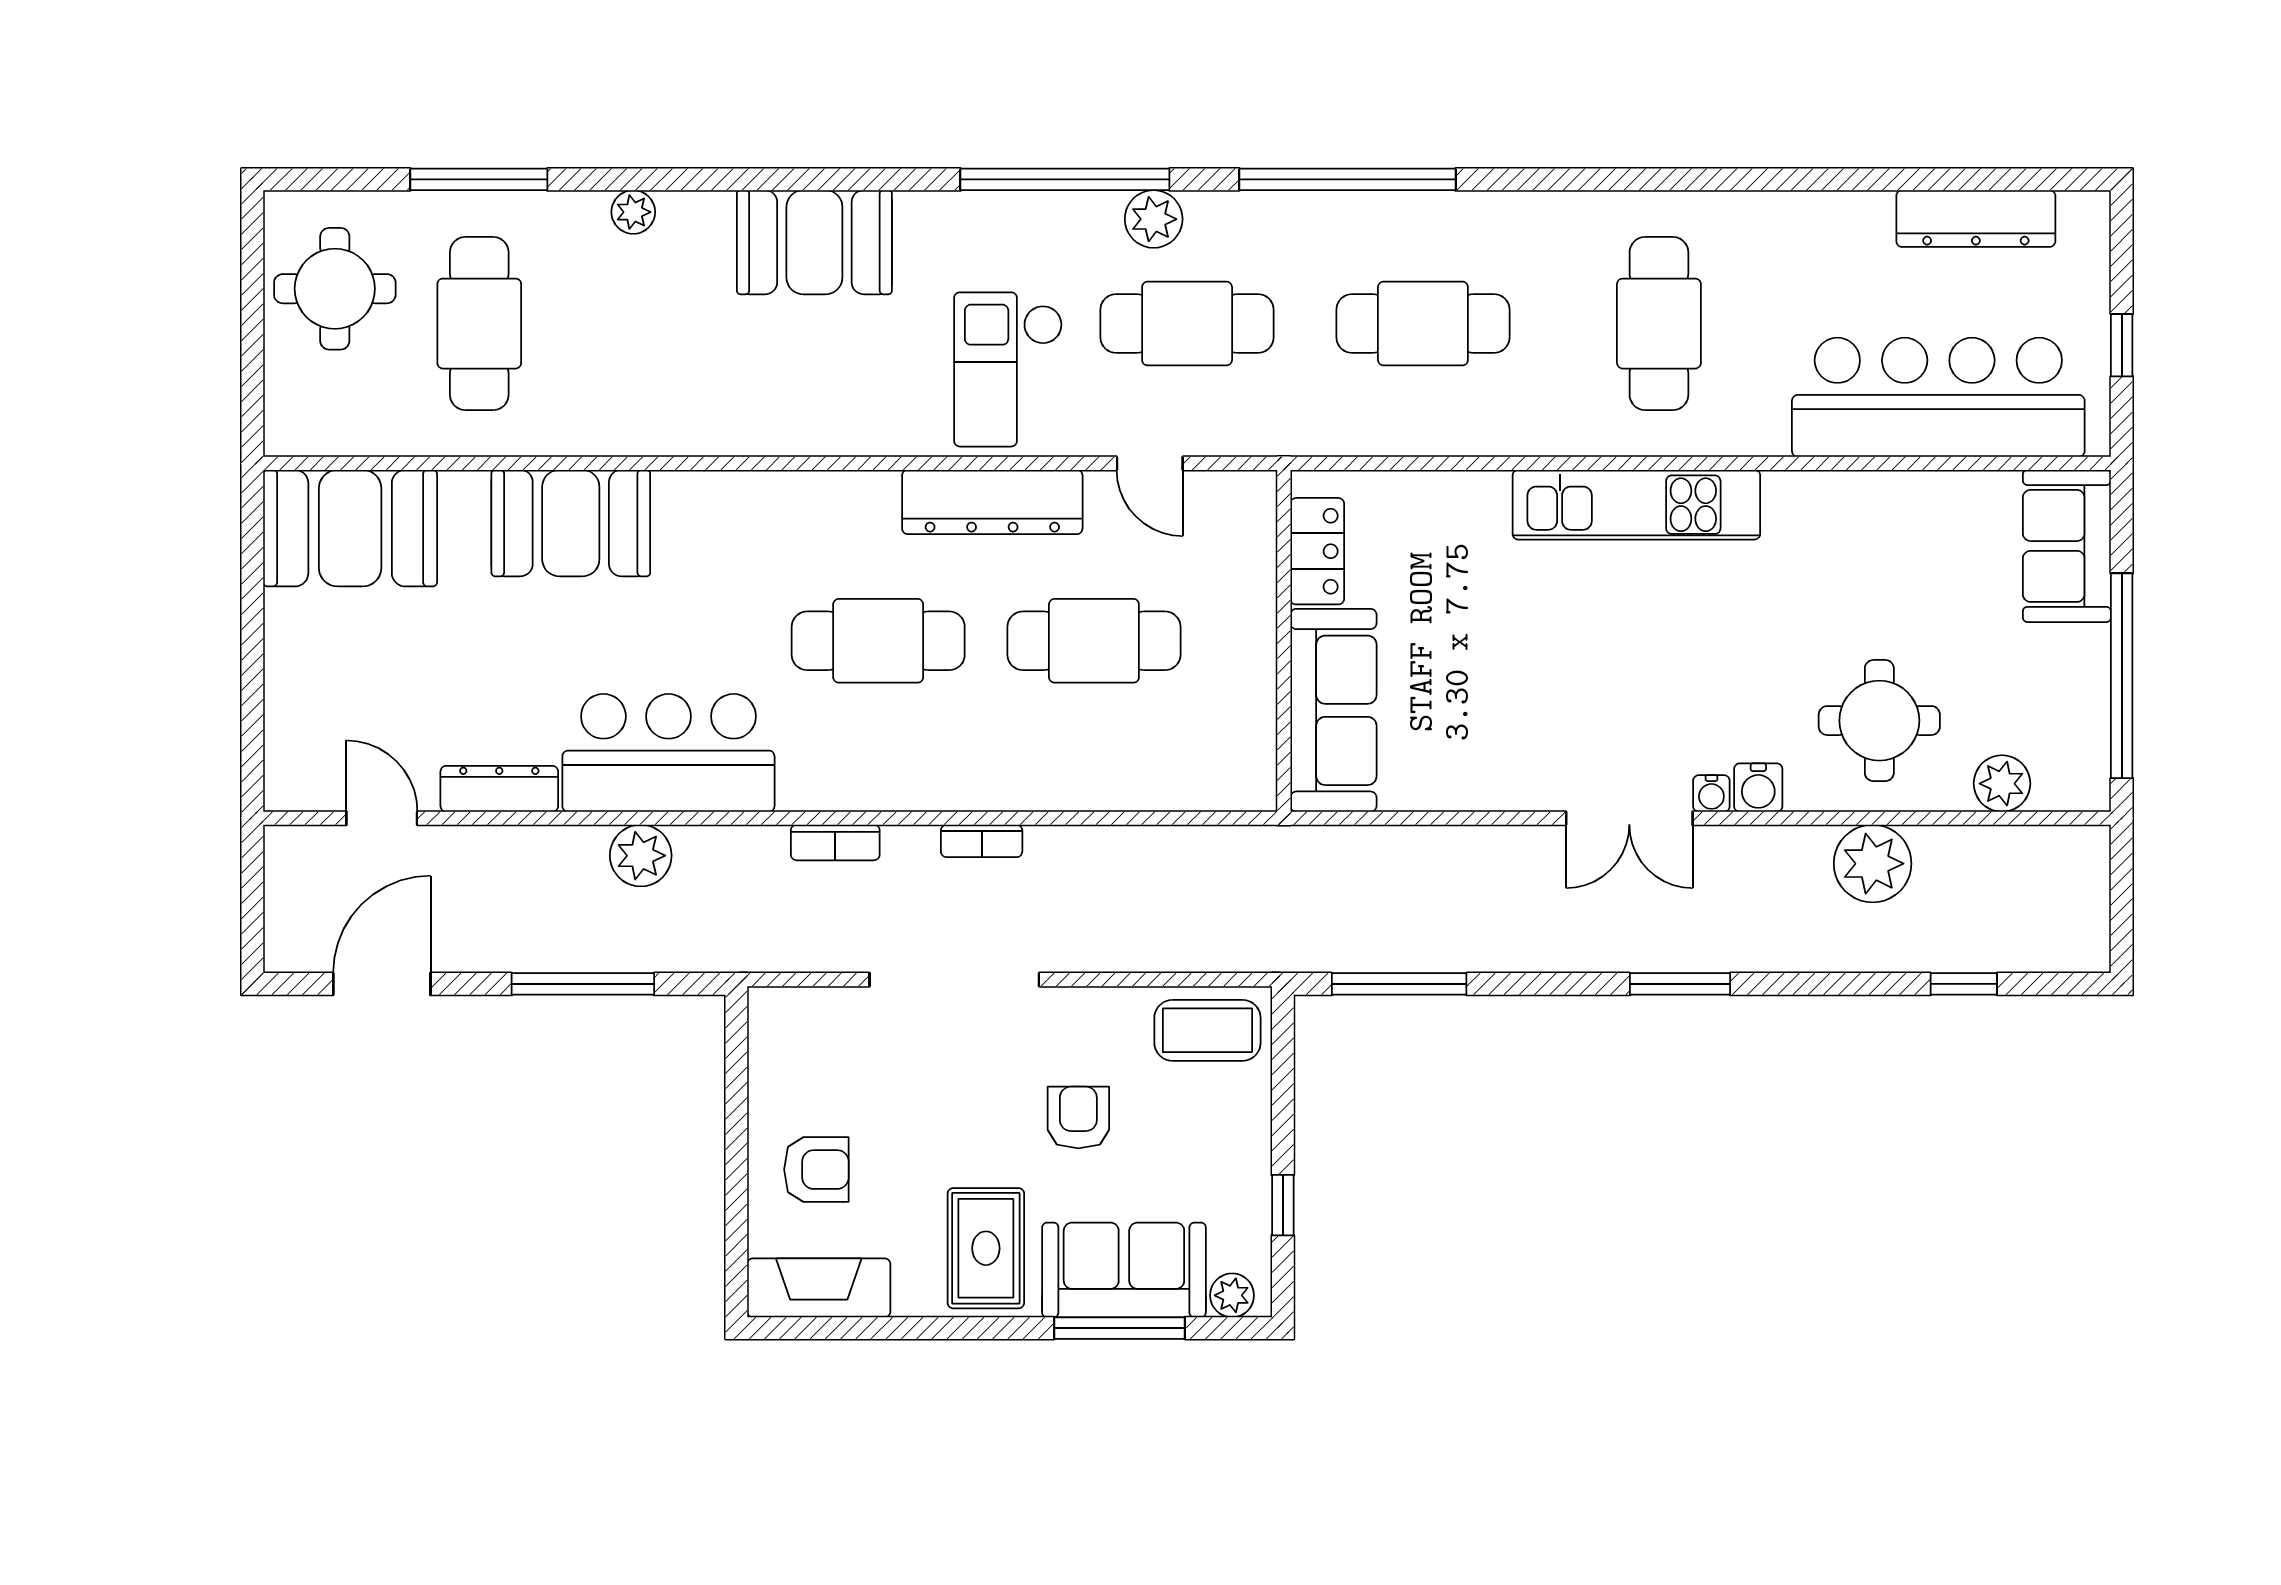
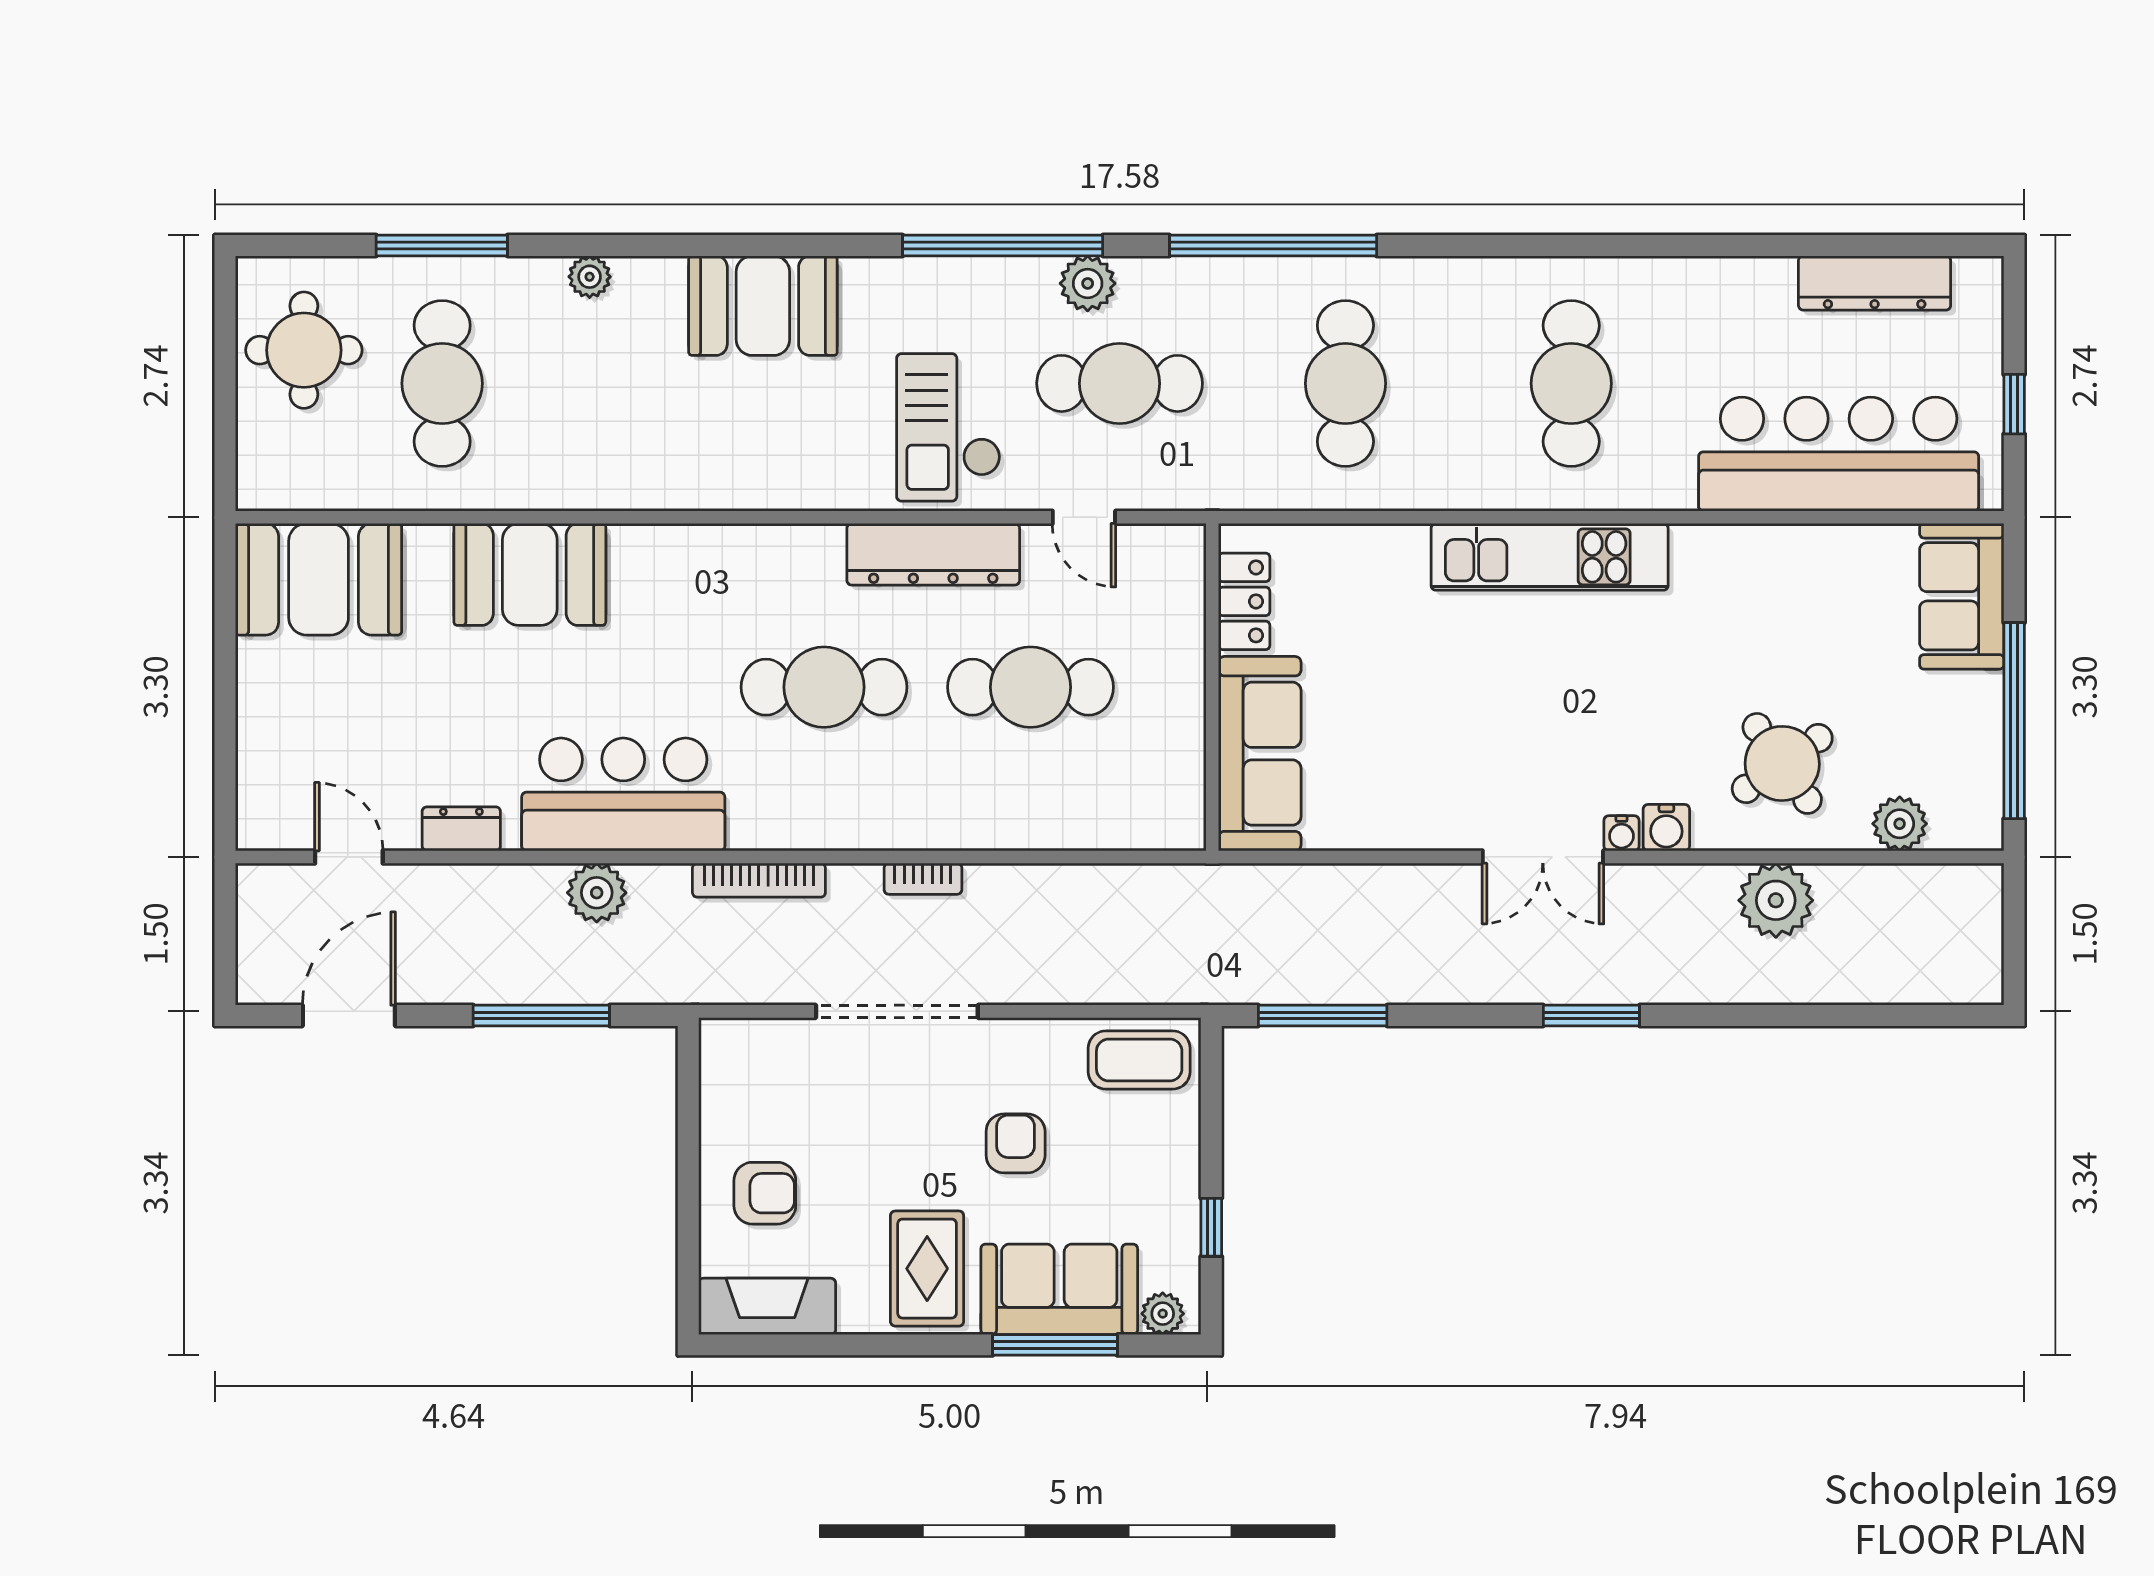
cafe table: (1423, 324) -> (1345, 383), turned 90
round table: (1879, 721) -> (1782, 763), turned -35
dresser: (499, 789) -> (461, 829), width x0.70
bookcase: (835, 842) -> (759, 880), width x1.56
window: (1964, 984) -> (1863, 1016), removed

